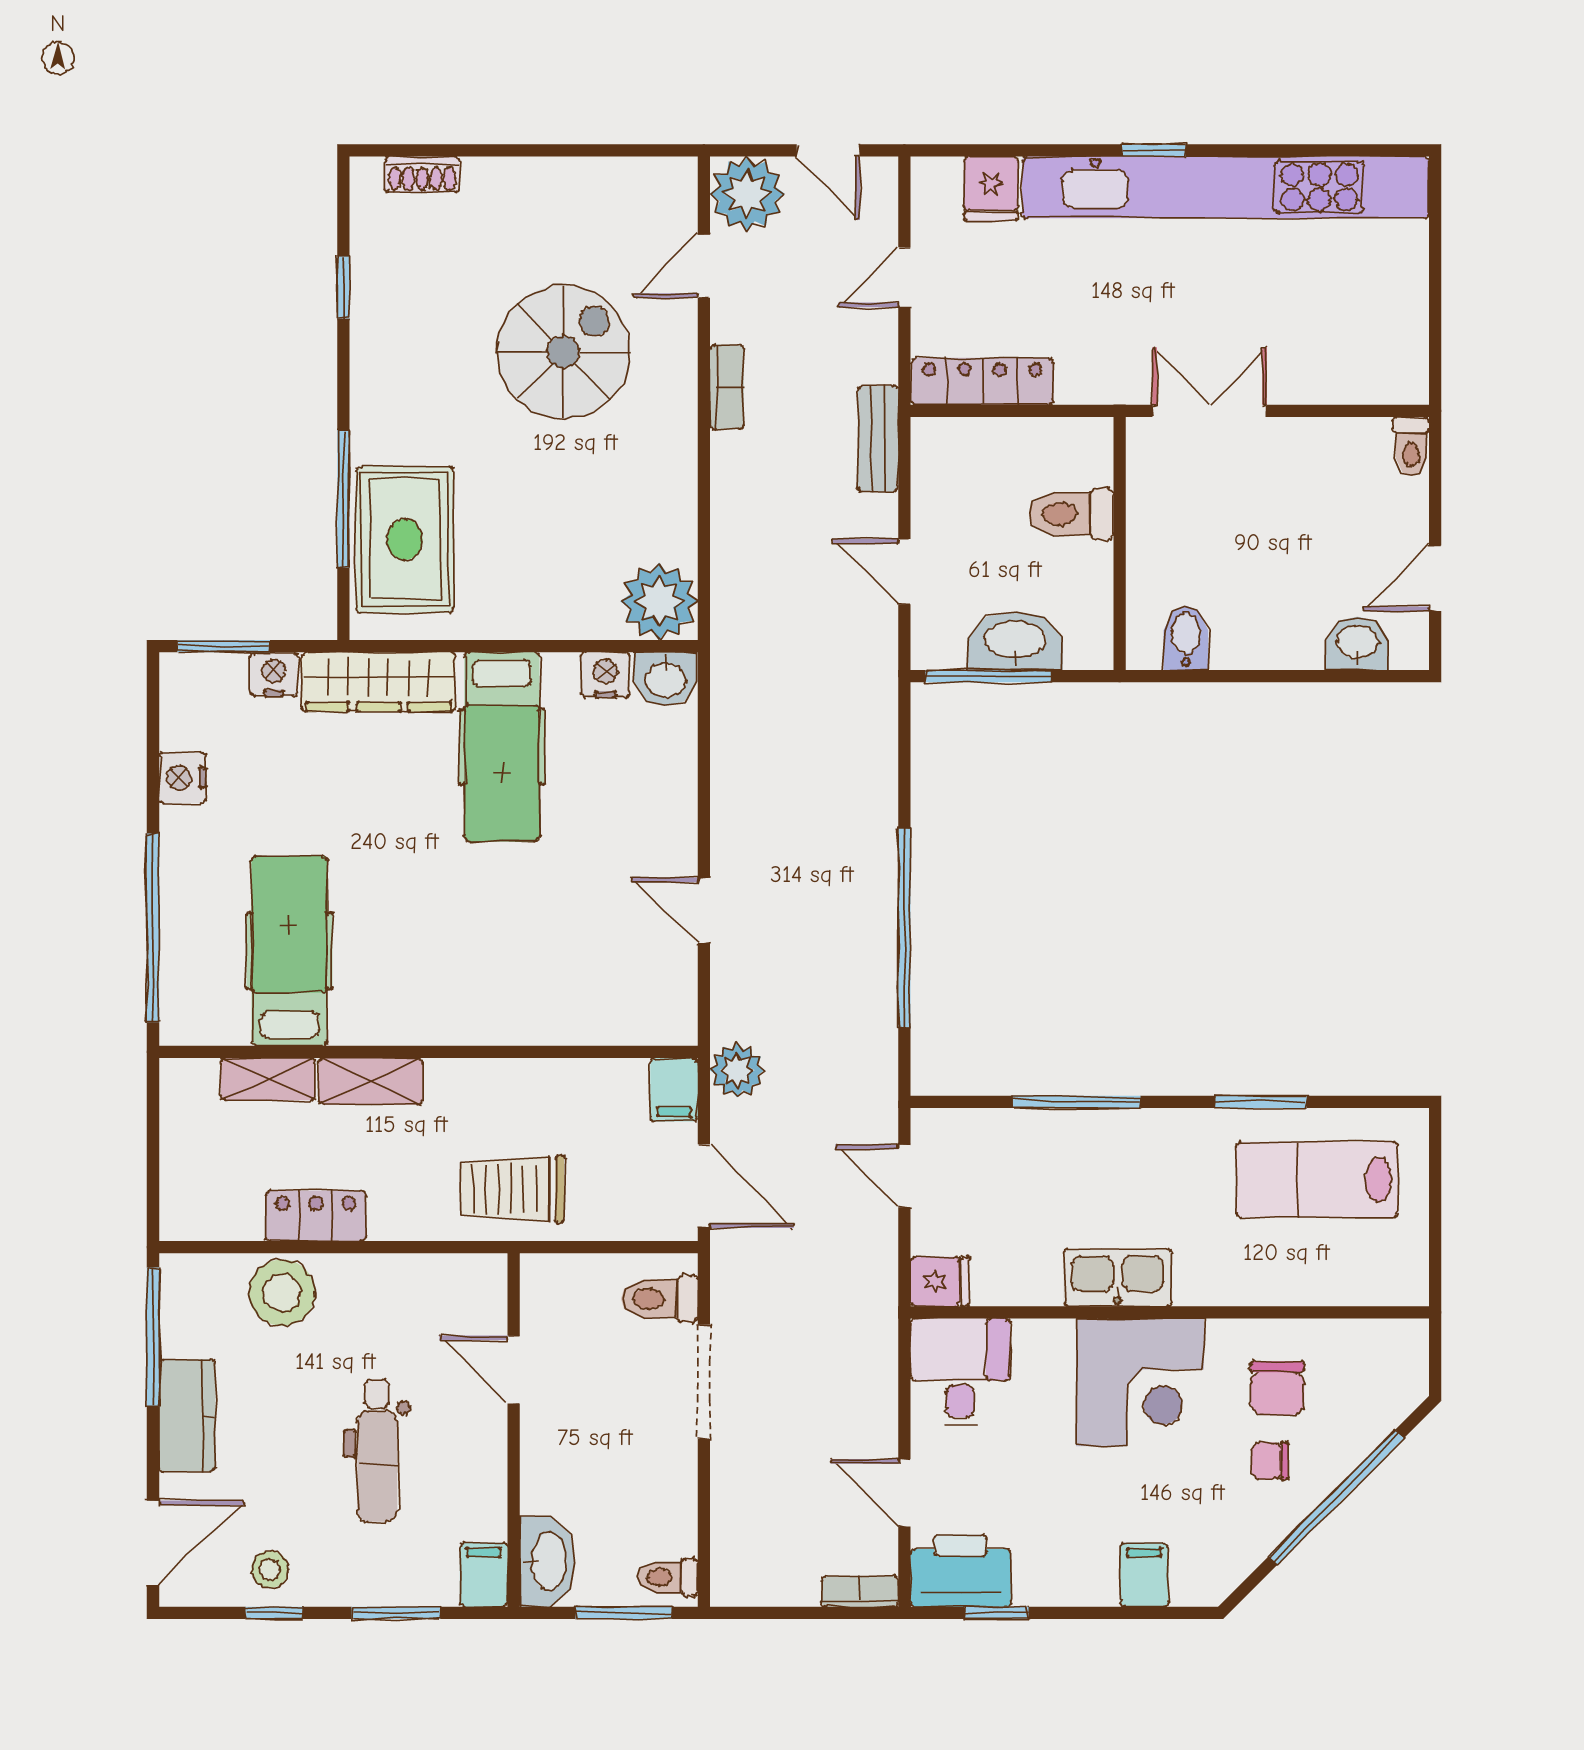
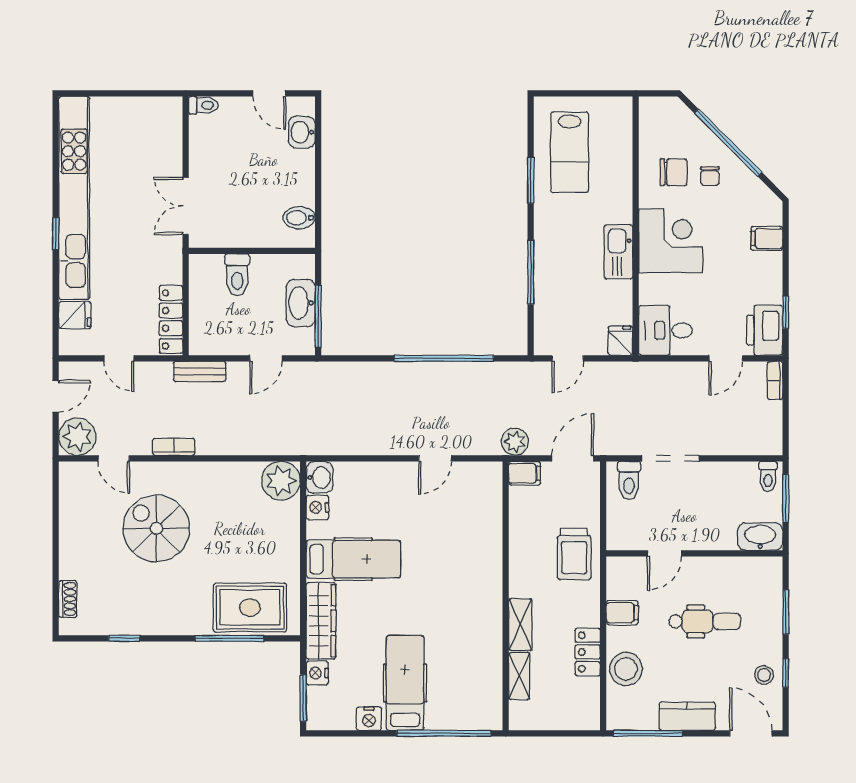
hospital bed: (289, 951) -> (405, 683), moved, turned 90
filing cabinet: (484, 1575) -> (622, 613), moved, turned 180

